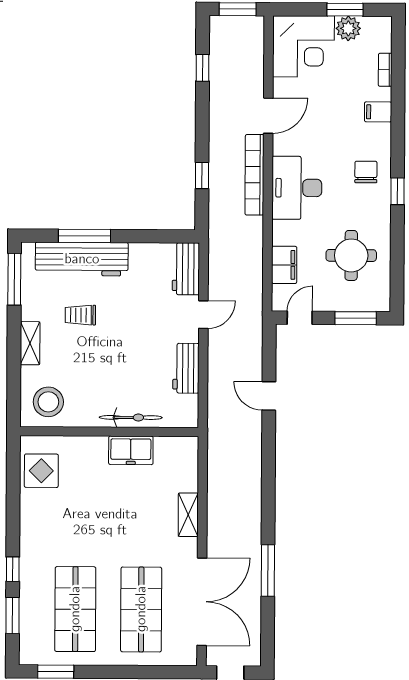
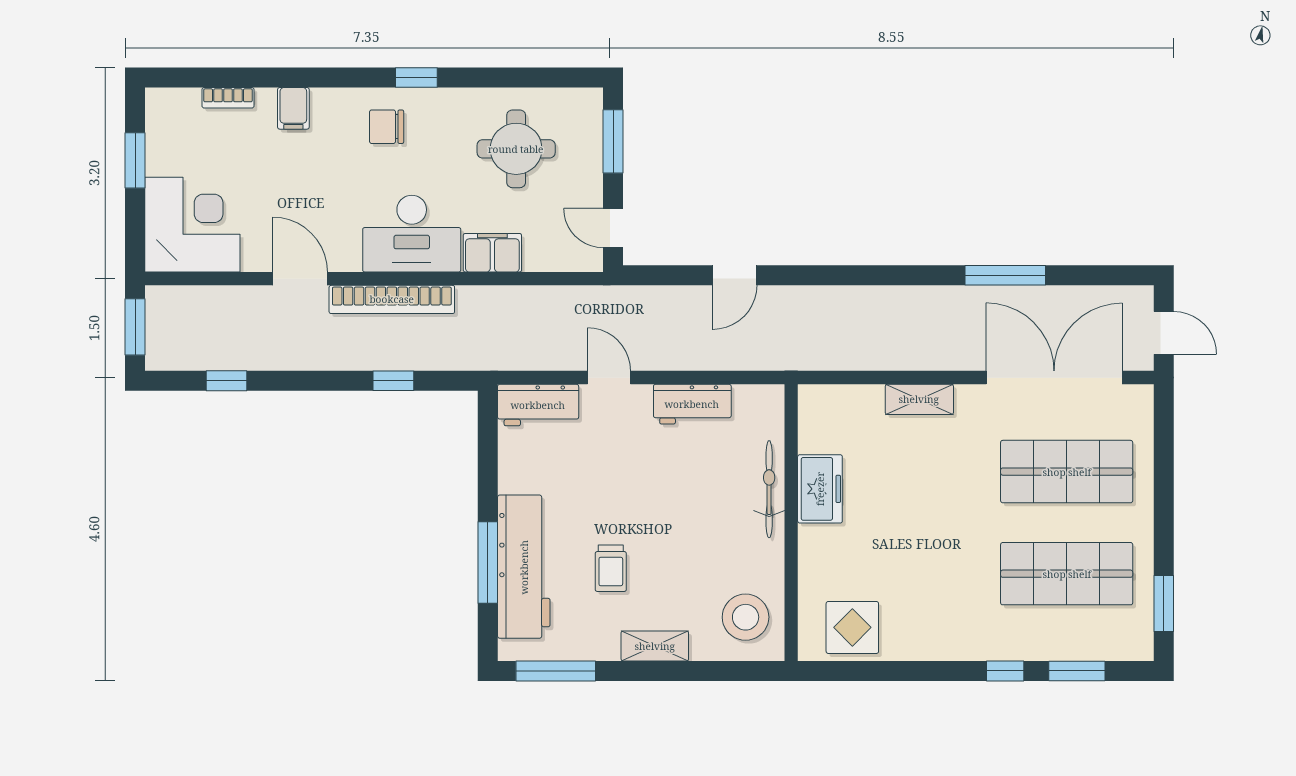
plant: (348, 28) -> (164, 155), removed
filing cabinet: (284, 265) -> (492, 253), moved

